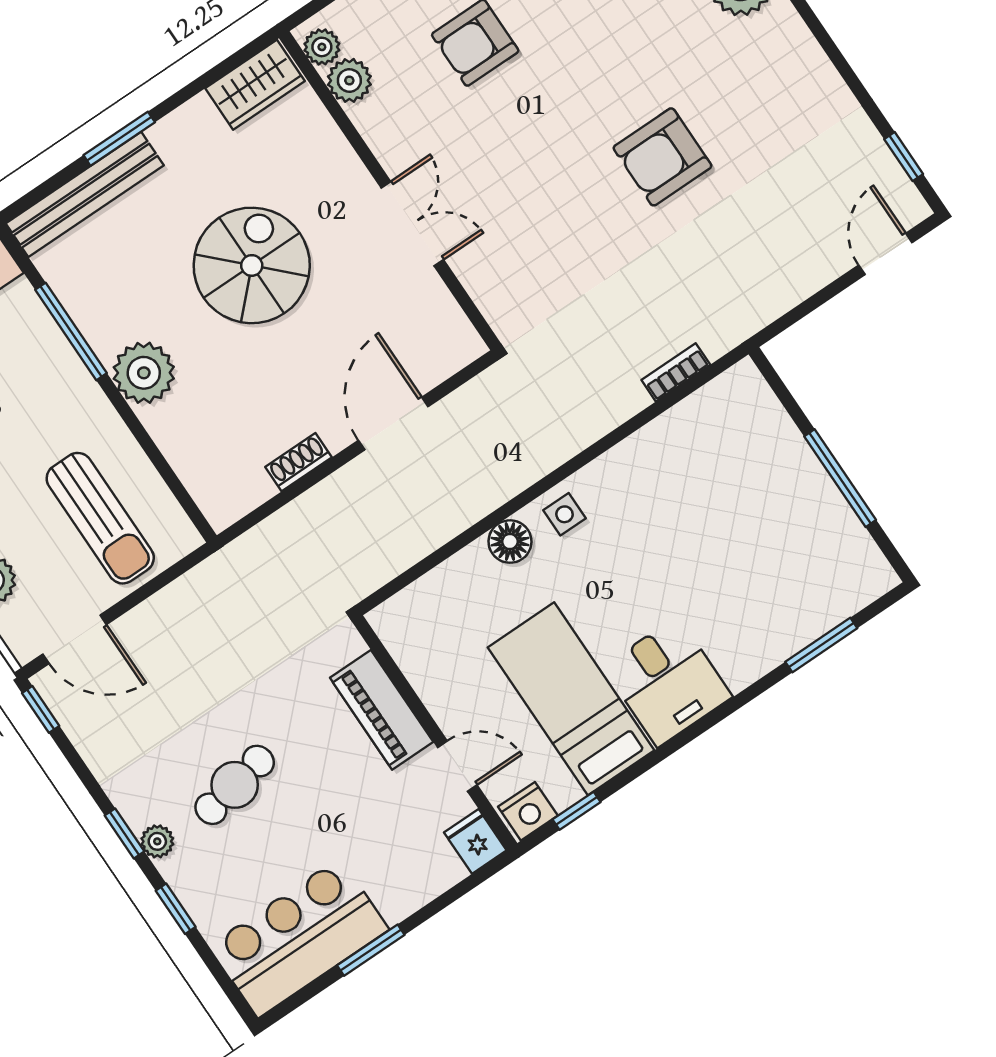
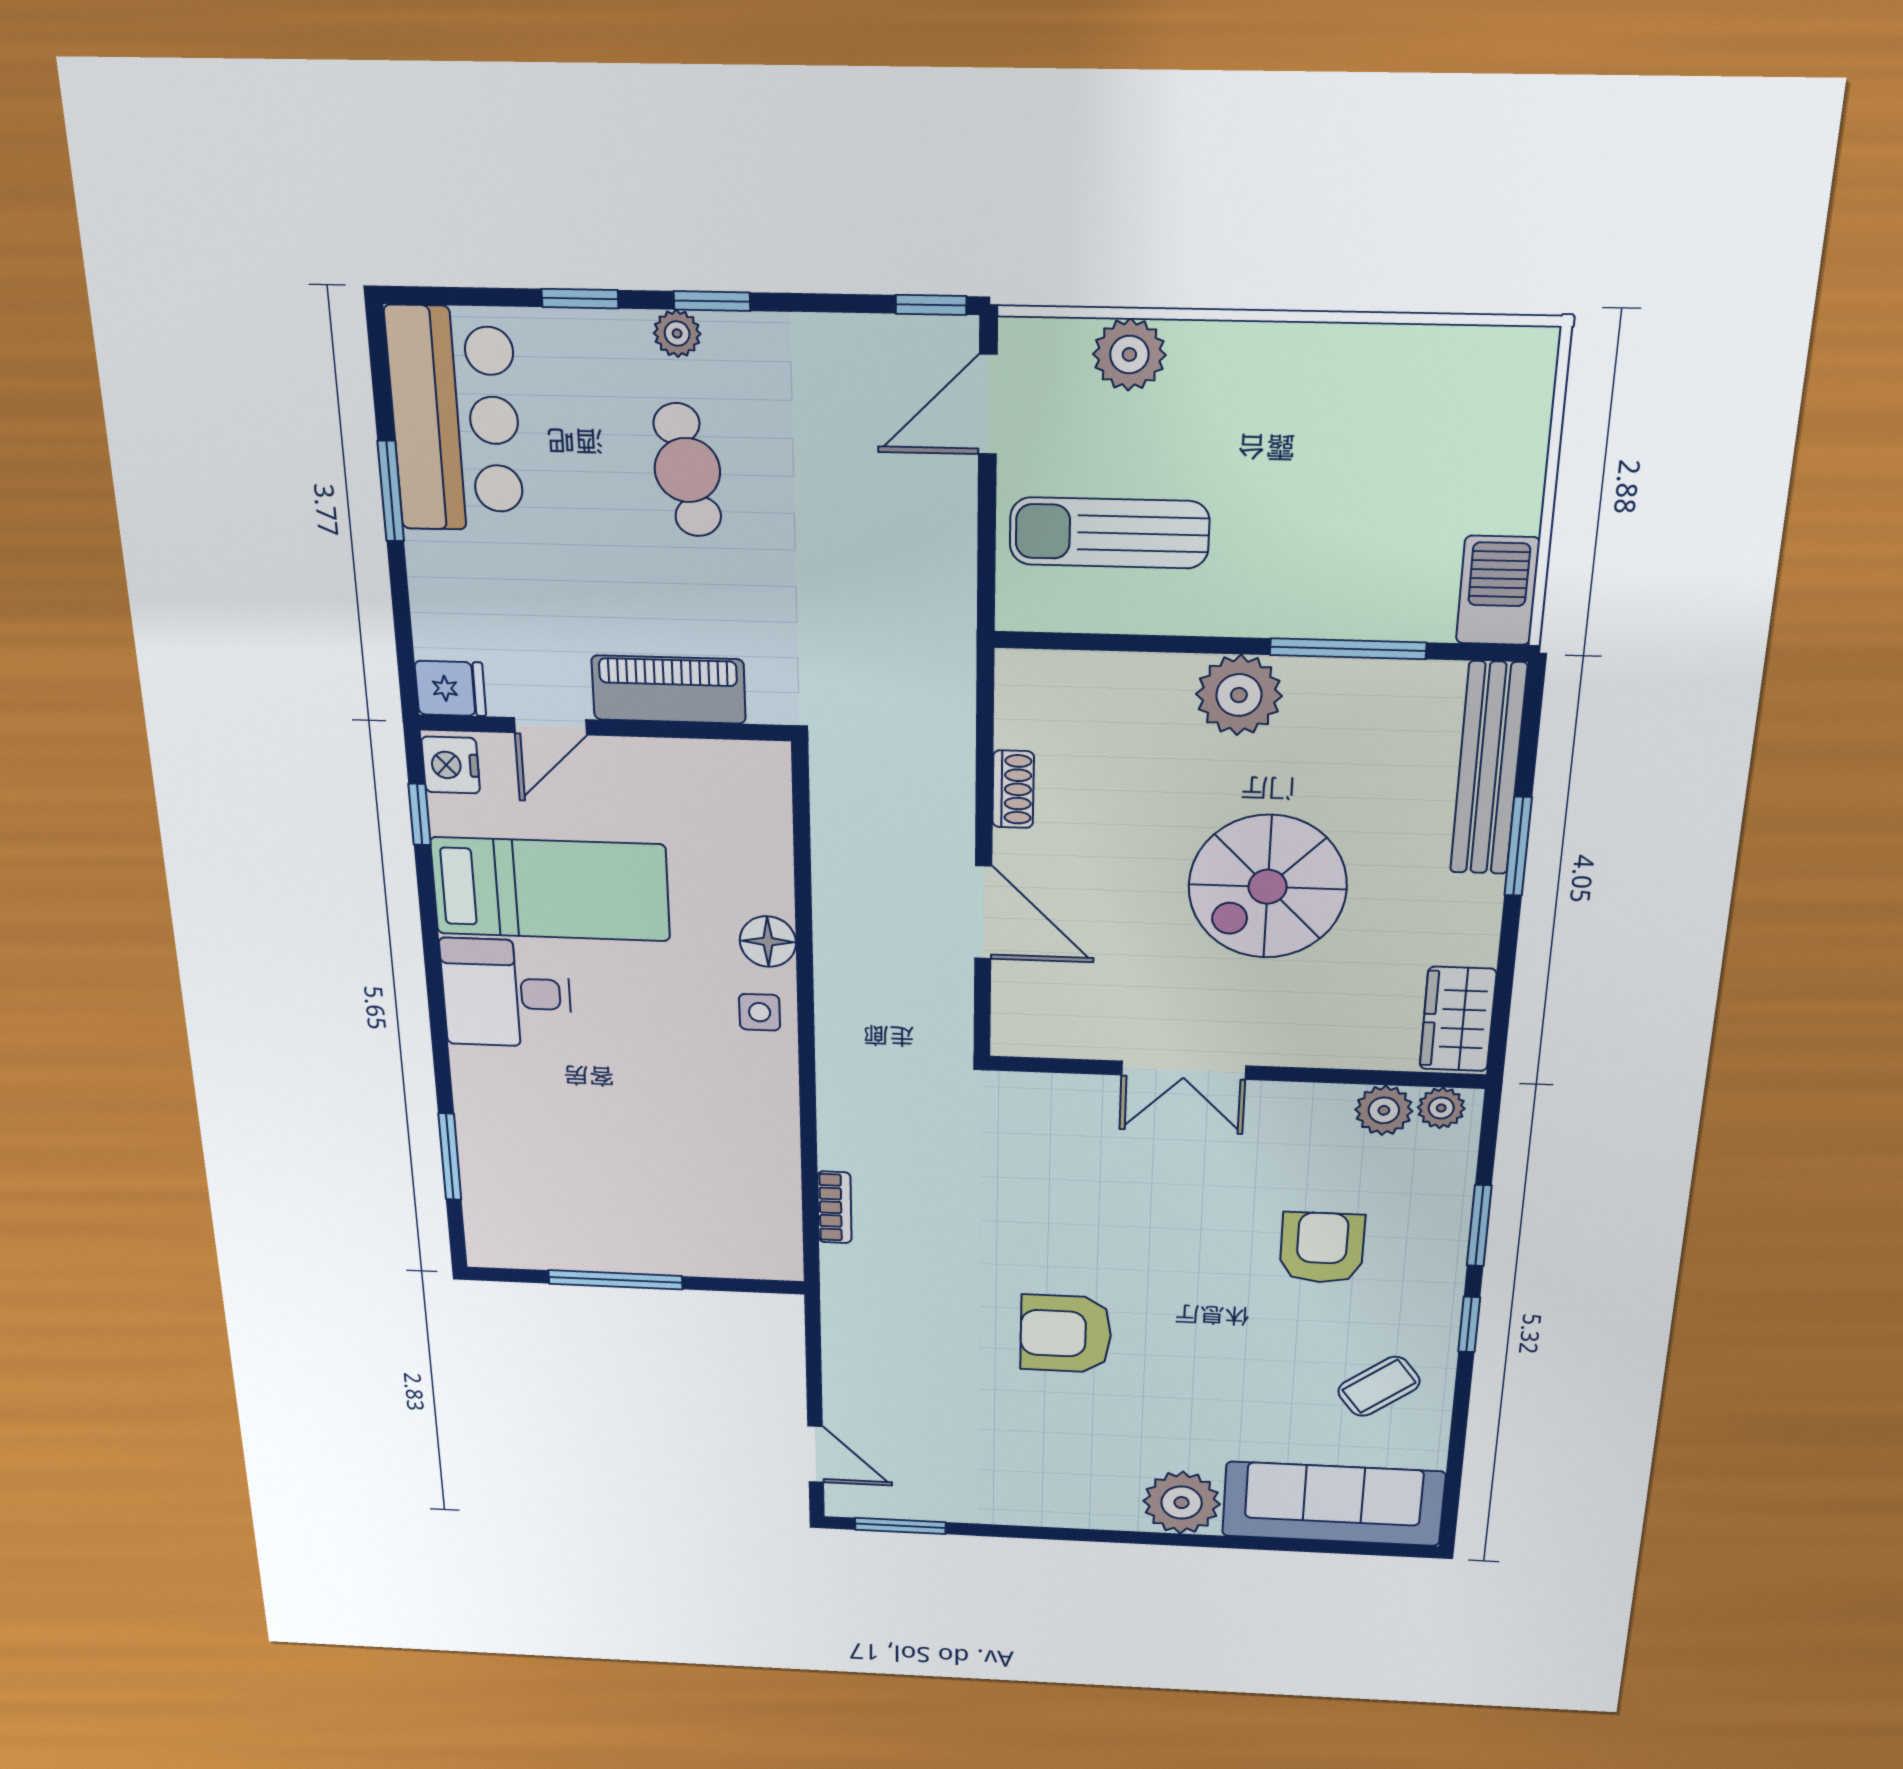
armchair: (662, 157) -> (1066, 1334), turned -90
window: (904, 157) -> (900, 1526), width x1.50
spiral stairs: (252, 265) -> (1268, 887), turned 90

